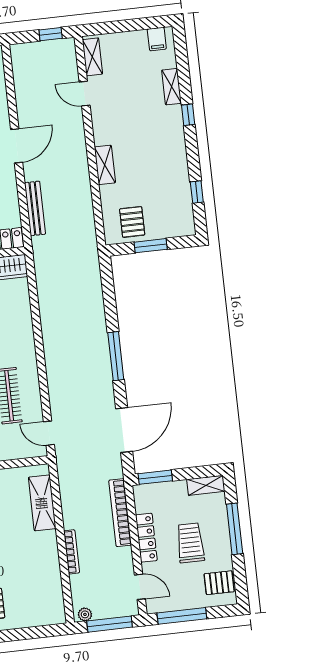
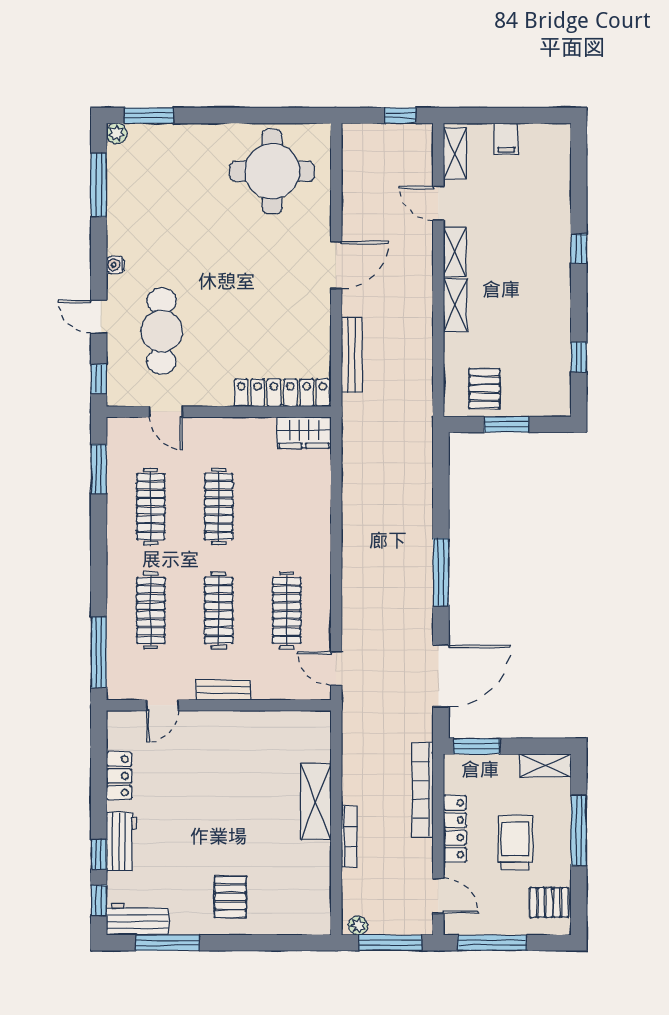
filing cabinet: (157, 39) -> (506, 139), moved
shelving: (171, 87) -> (455, 252), moved
shelving: (42, 503) -> (316, 802), moved

